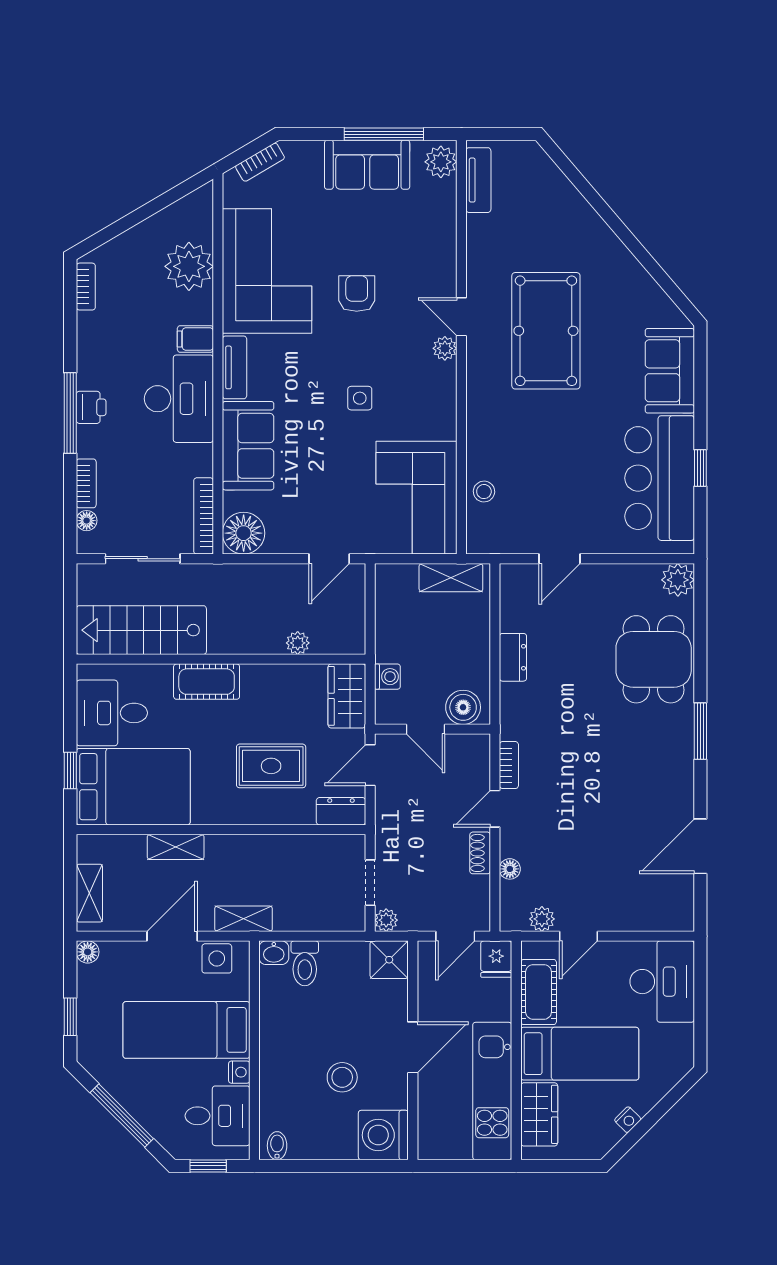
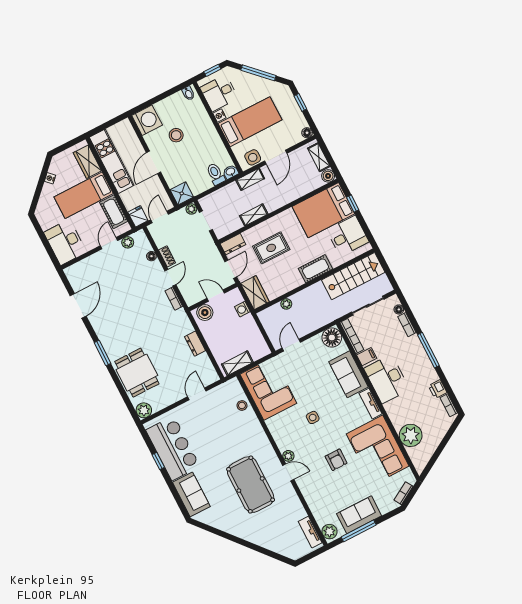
filing cabinet: (195, 339) -> (367, 357), moved
printer: (91, 407) -> (438, 389), moved
shelving: (176, 847) -> (254, 215), moved
boiler: (90, 848) -> (328, 176), added

